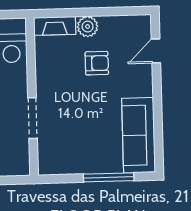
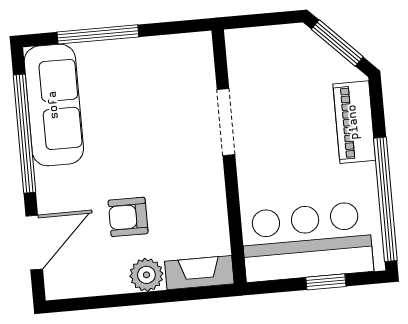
door: (156, 51) -> (34, 243), width x1.38
window: (158, 119) -> (24, 134), added

